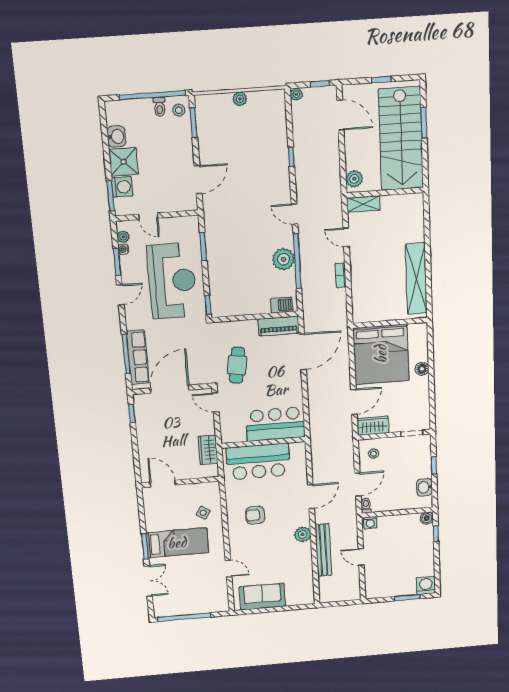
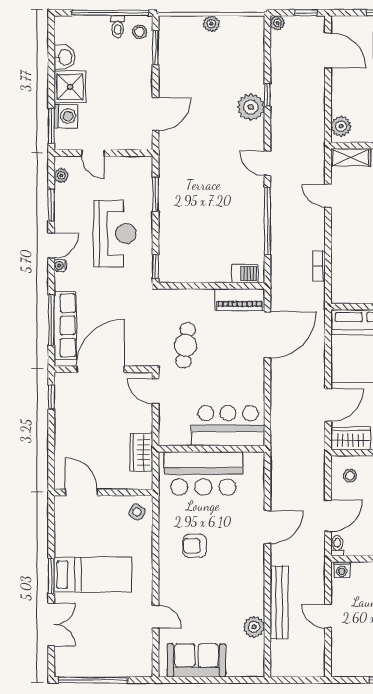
water cooler: (123, 249) -> (60, 265), moved
plant: (283, 259) -> (251, 107), moved
bookcase: (341, 275) -> (319, 266), moved
reception desk: (172, 281) -> (115, 233), width x0.74, depth x0.77
side table: (203, 513) -> (137, 512), moved
plant: (303, 534) -> (254, 627), moved

